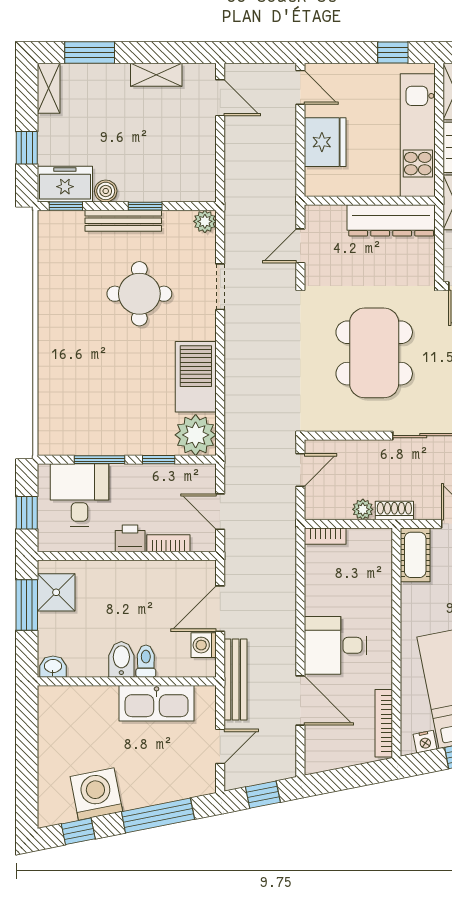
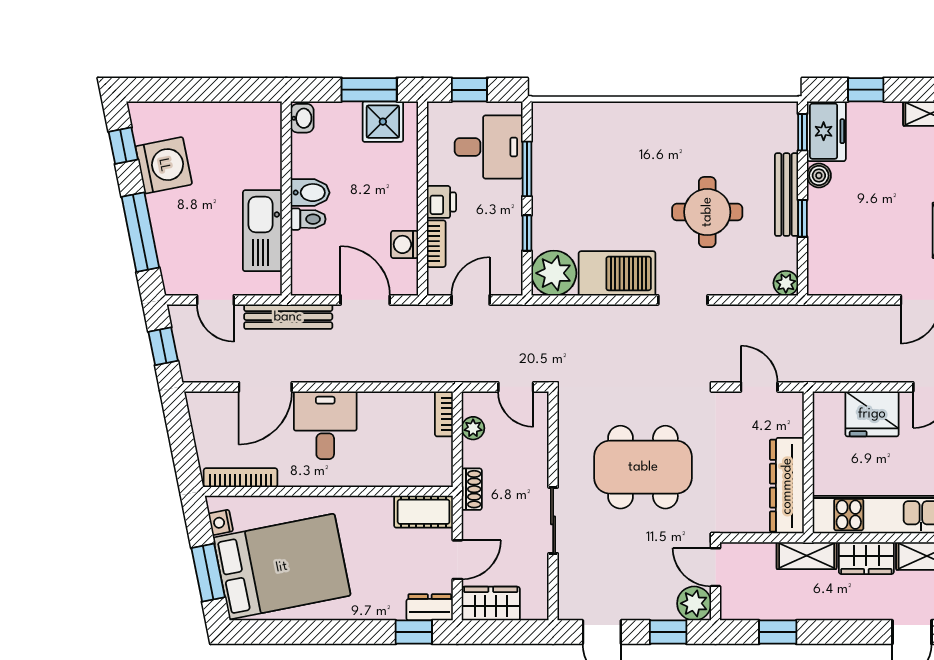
doorway: (220, 287) -> (683, 300), moved
plant: (363, 509) -> (473, 428), moved
washing machine: (204, 645) -> (405, 244), moved, turned -90

